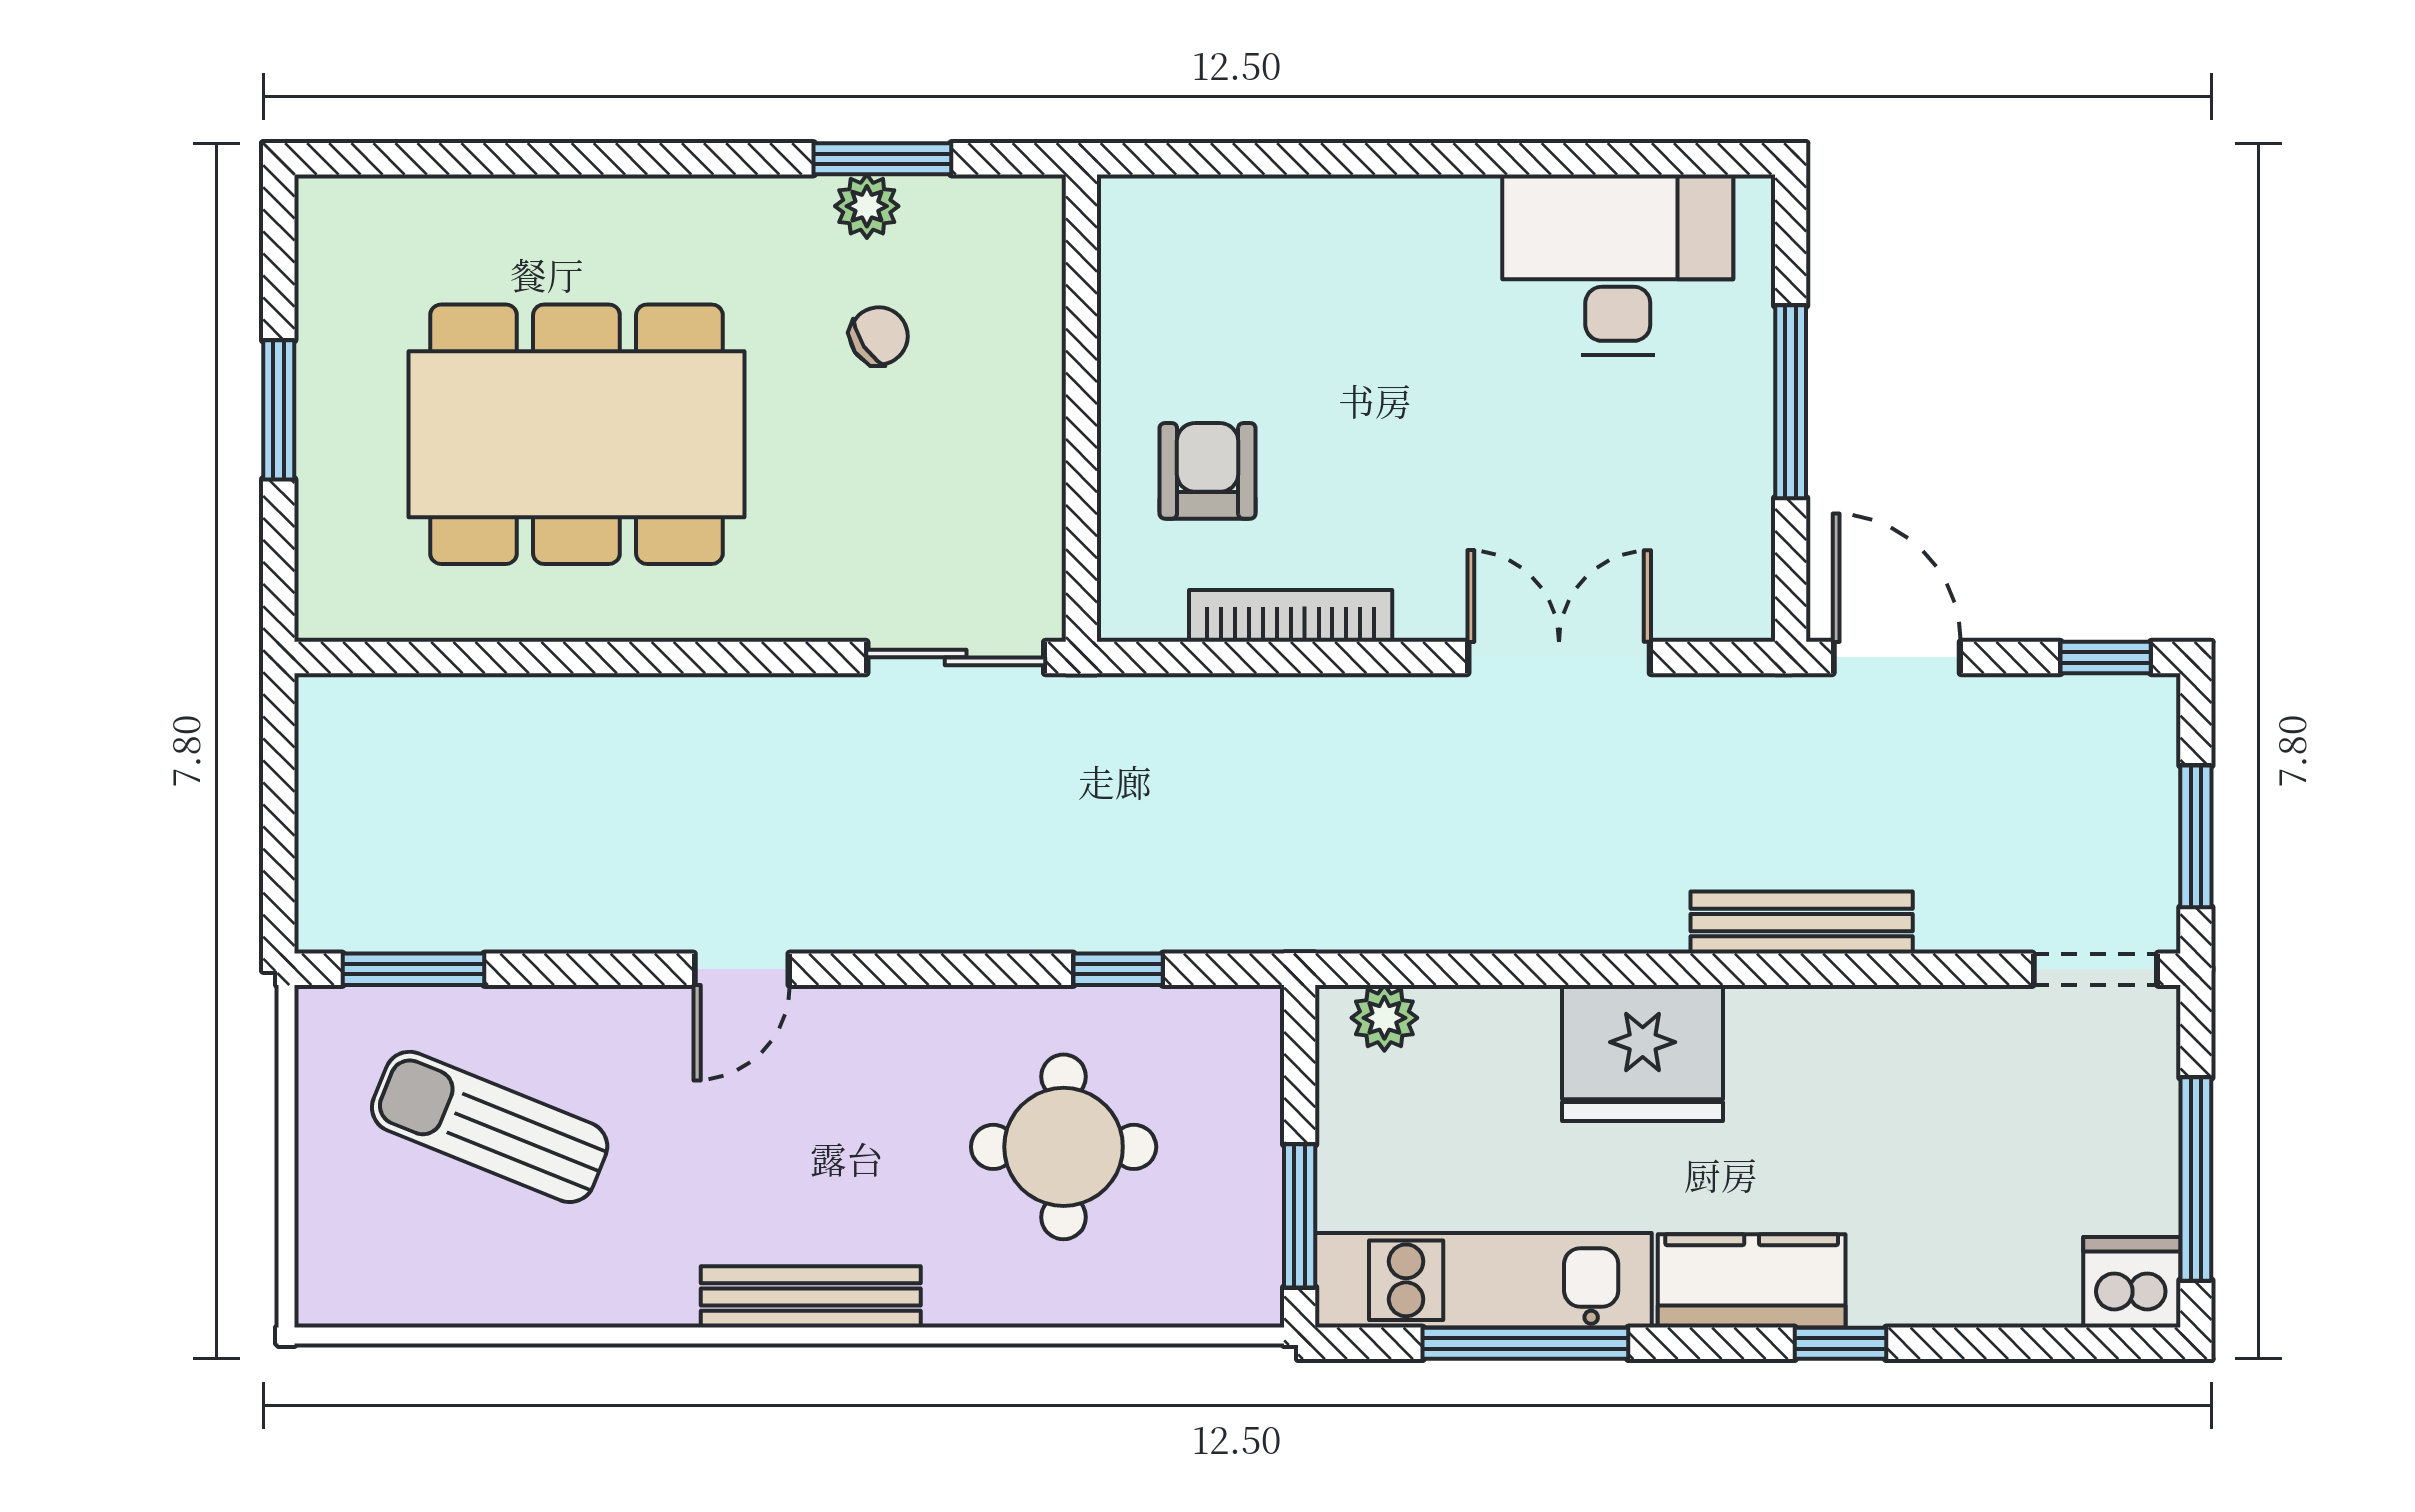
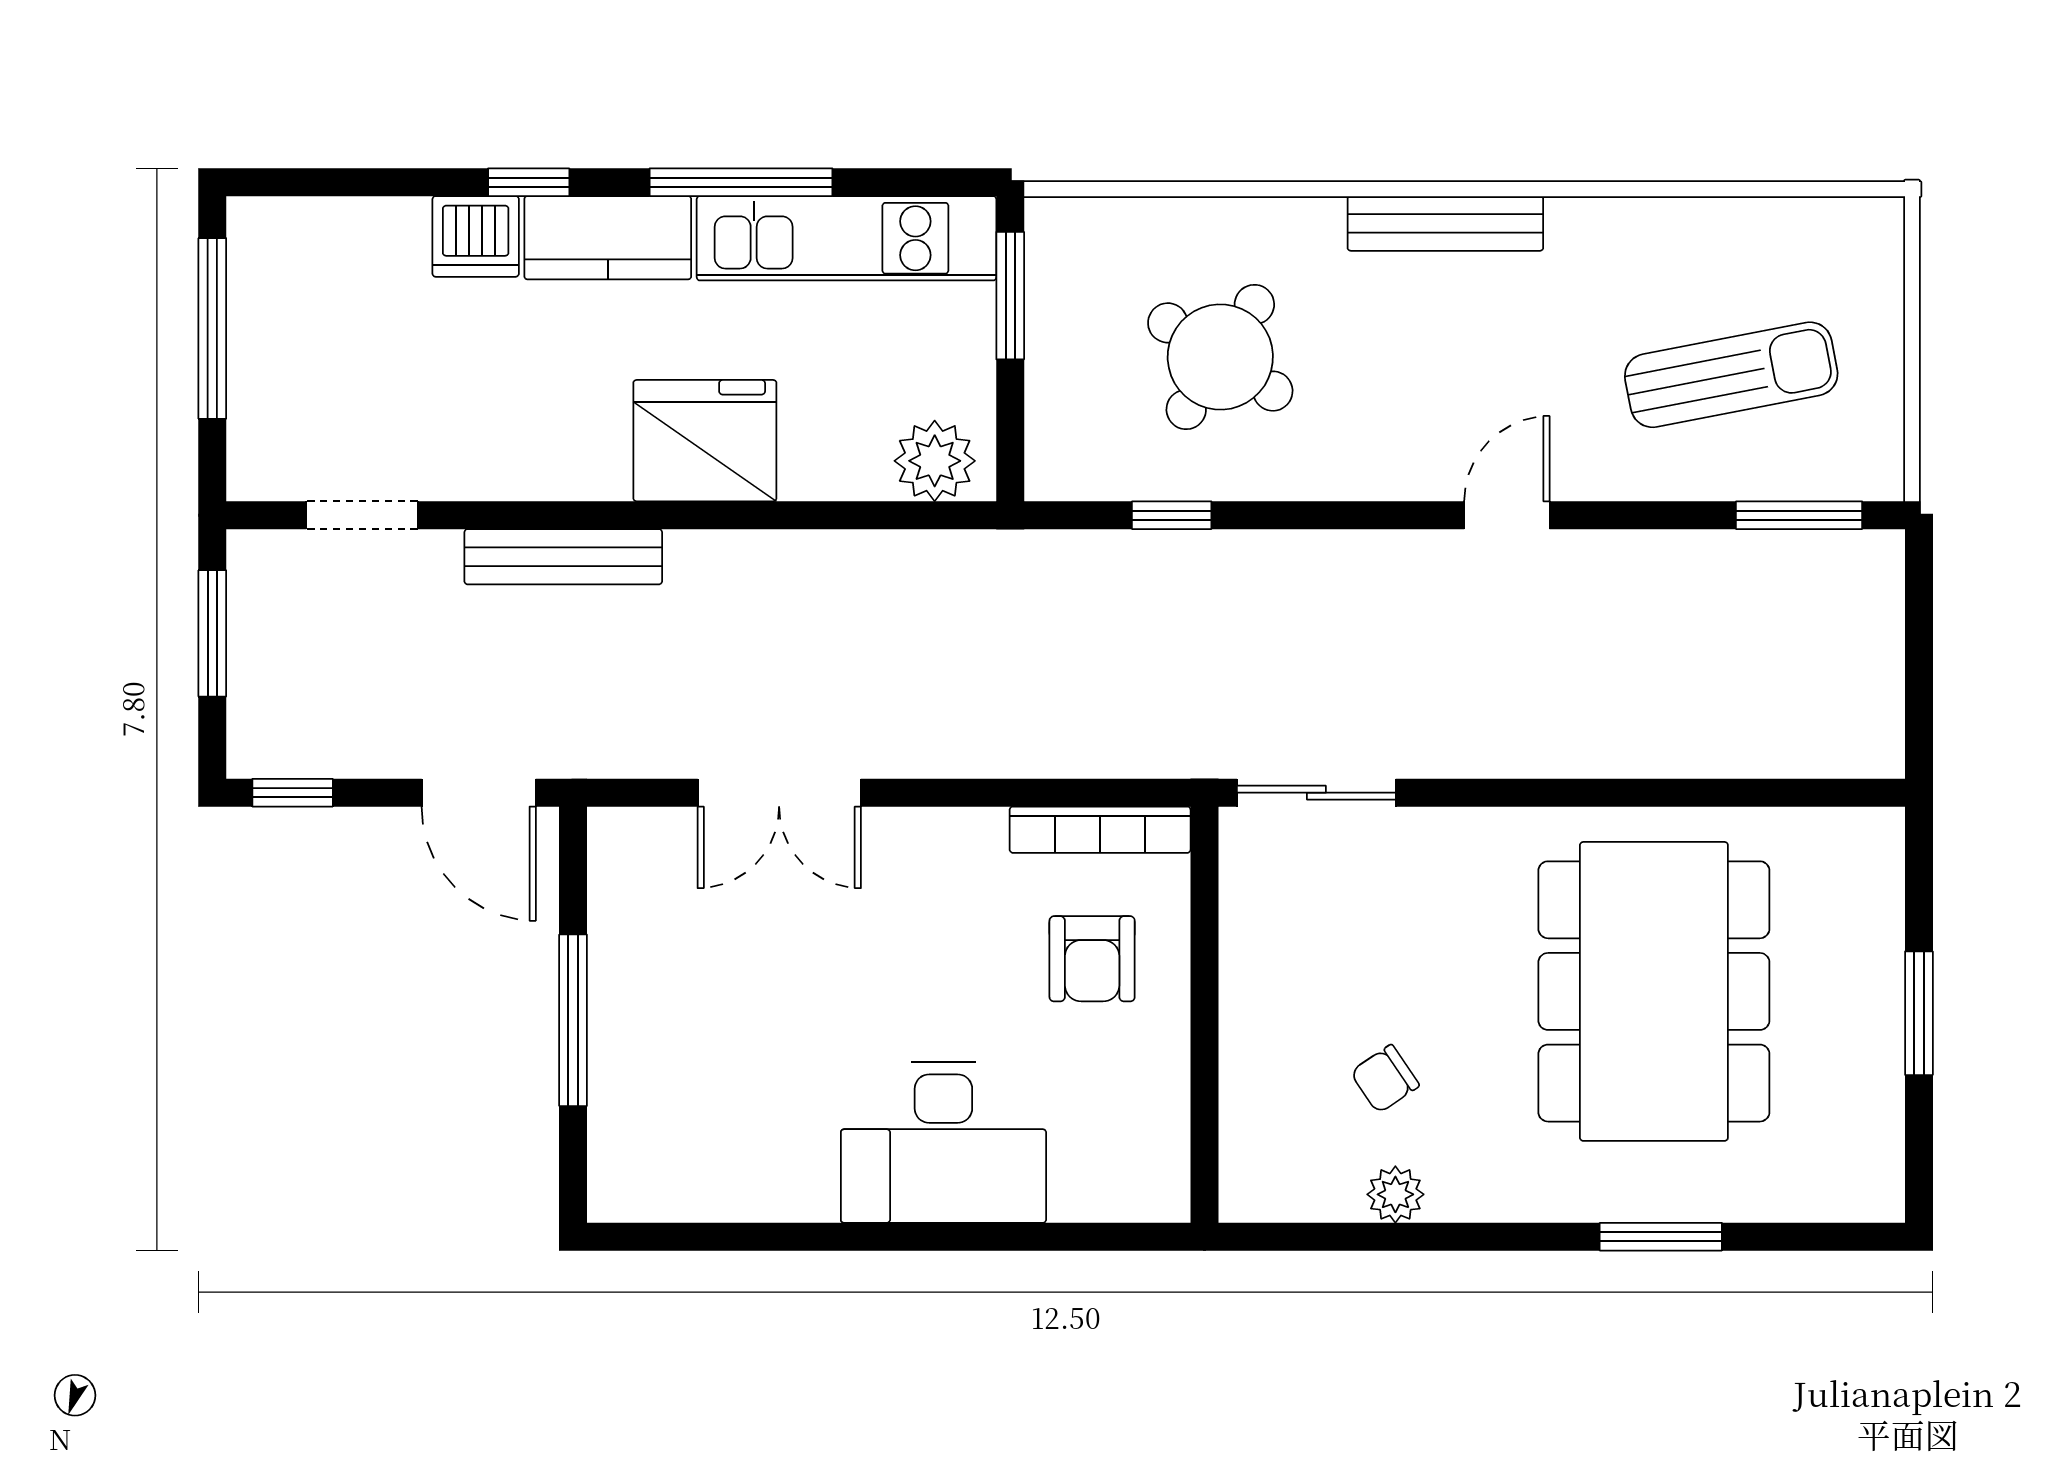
window: (882, 159) -> (1661, 1237), moved
desk: (1618, 265) -> (943, 1142), moved
dining table: (576, 434) -> (1654, 991), turned 90
bookcase: (1291, 616) -> (1100, 830), moved
doorway: (2095, 969) -> (362, 515), moved
plant: (1384, 1018) -> (935, 461), width x1.38, depth x1.38
sun lounger: (490, 1127) -> (1731, 375), turned -33
round table: (1064, 1147) -> (1220, 357), turned 33
dishwasher: (2132, 1282) -> (476, 236), moved
window: (1525, 1343) -> (741, 182), moved

